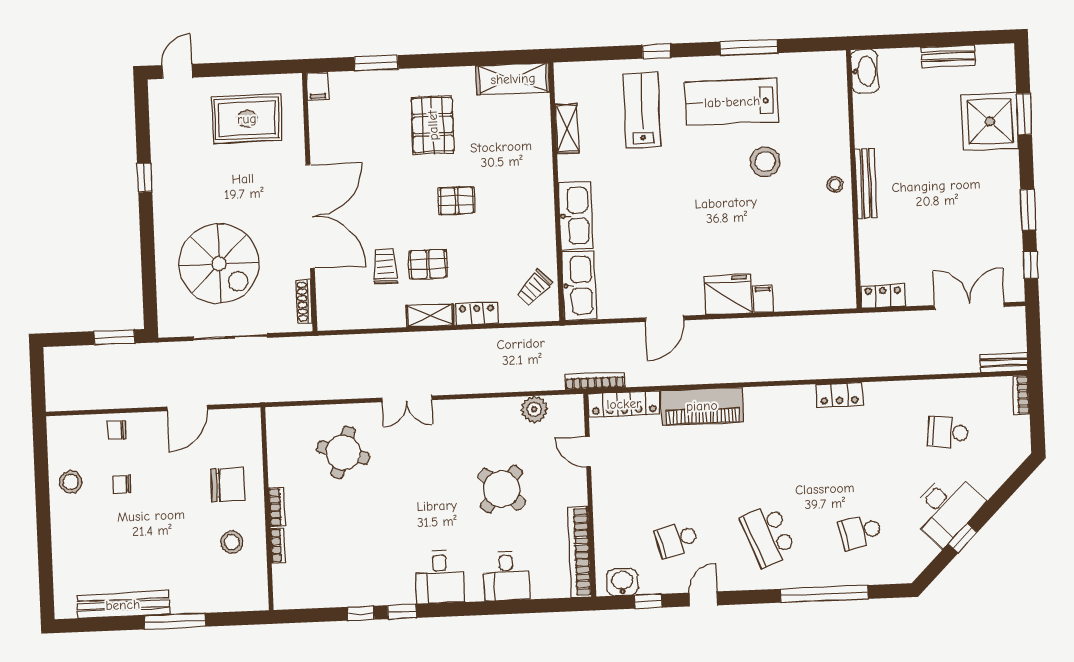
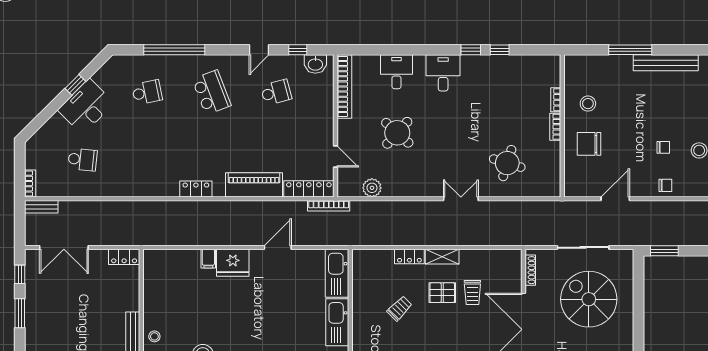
pallet: (457, 201) -> (420, 336), removed
trolley: (535, 288) -> (399, 308), moved
locker: (839, 395) -> (196, 189), moved

